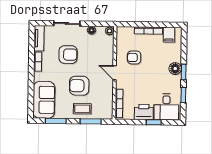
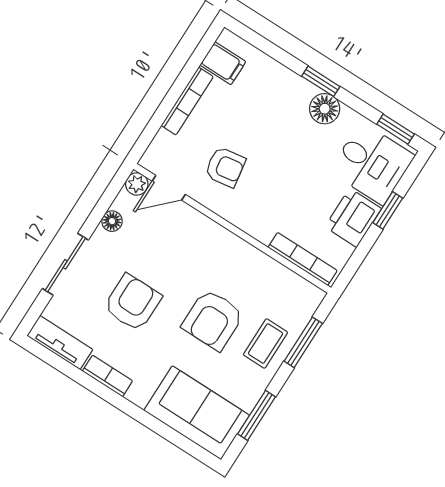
armchair: (134, 57) -> (225, 167), turned -99
floor lamp: (175, 69) -> (325, 109), moved
door: (115, 73) -> (169, 188), moved
window: (183, 95) -> (396, 129), moved

